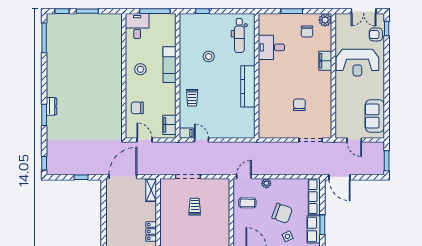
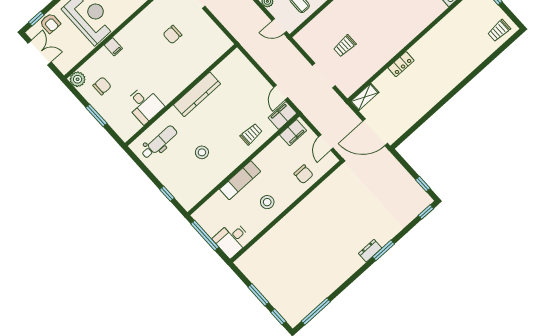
filing cabinet: (325, 61) -> (113, 47), width x0.50
filing cabinet: (186, 133) -> (282, 115), width x2.00
window: (81, 177) -> (423, 184), moved

